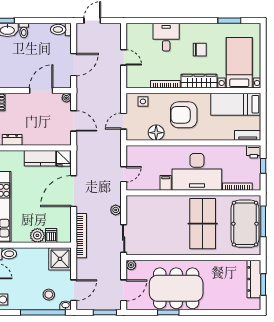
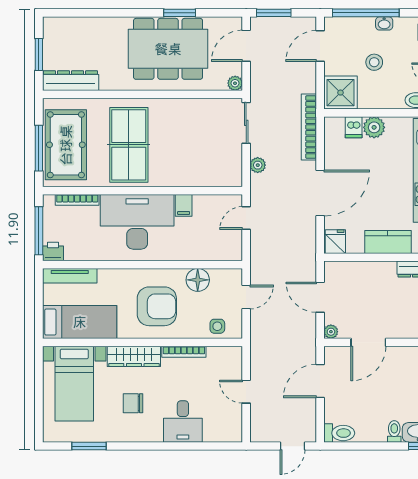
tv unit: (248, 135) -> (70, 276), width x1.41
kitchen counter: (40, 158) -> (388, 242), moved
window: (263, 166) -> (39, 231), width x2.17
dresser: (254, 279) -> (71, 81), moved, turned -90
stool: (49, 295) -> (374, 62), moved
washbasin: (65, 305) -> (384, 23), moved

